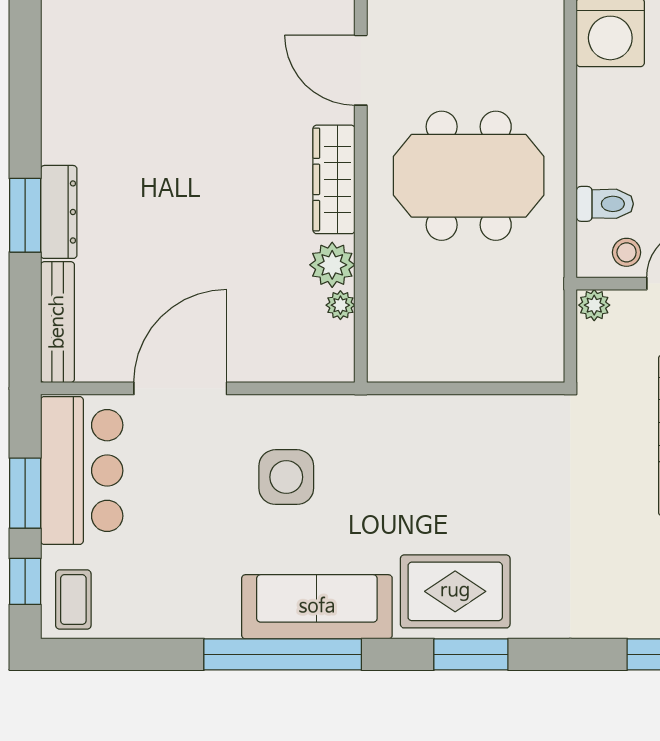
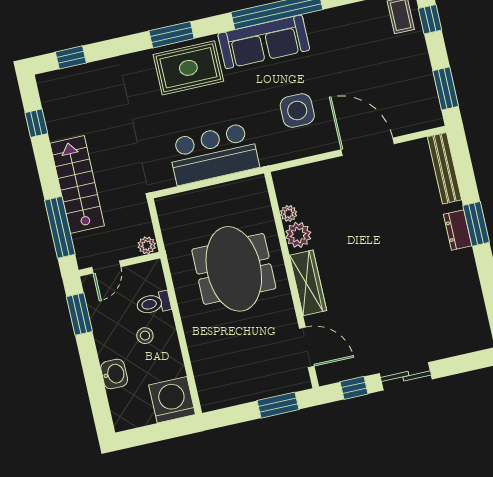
meeting table: (469, 176) -> (234, 269), moved, turned 90
dresser: (59, 212) -> (458, 230), width x0.70
stool: (627, 252) -> (145, 336), moved
door: (180, 388) -> (368, 147), swing flipped
bar counter: (82, 471) -> (213, 154), moved, turned 90
window: (25, 493) -> (446, 88), moved

